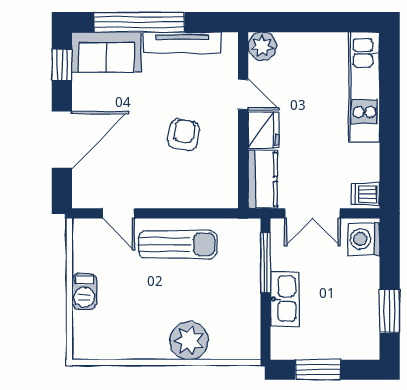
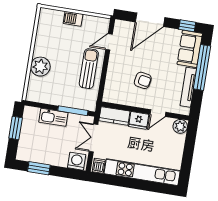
kitchen unit: (364, 87) -> (142, 172), width x1.36
door: (62, 140) -> (150, 20), hinge flipped
sun lounger: (178, 245) -> (89, 69), turned 180

